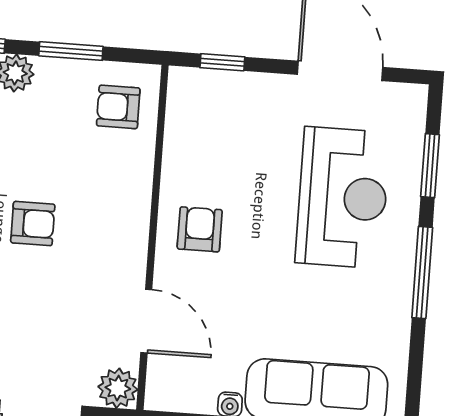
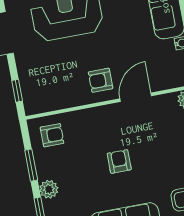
armchair: (118, 107) -> (52, 135), turned -90
door: (146, 321) -> (136, 97), moved

